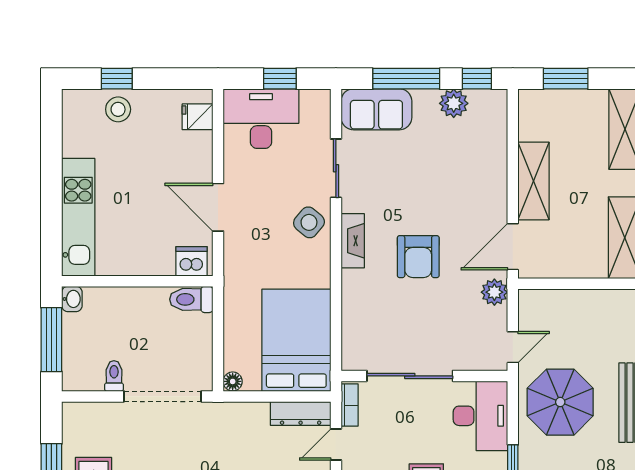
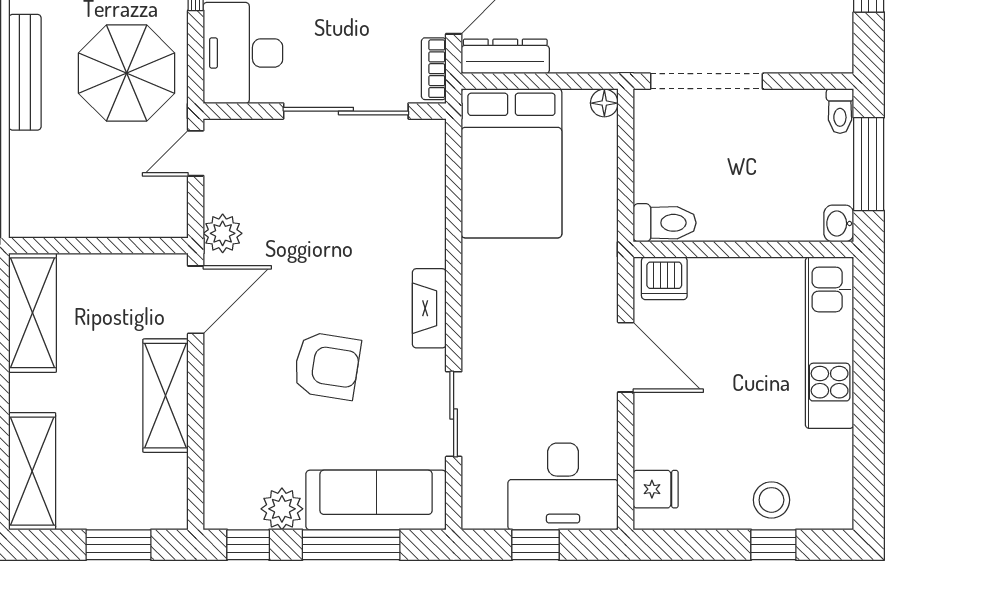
sofa: (376, 109) -> (376, 500), width x1.36
side table: (309, 222) -> (493, 335), removed
armchair: (418, 257) -> (327, 366), moved, turned 99
toilet: (114, 376) -> (840, 111), moved

